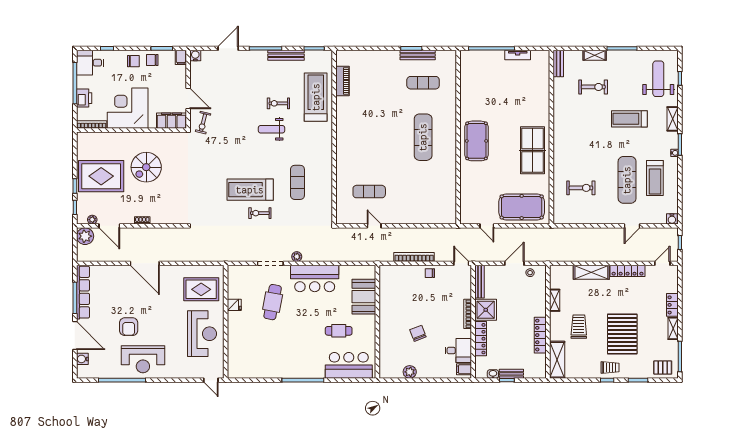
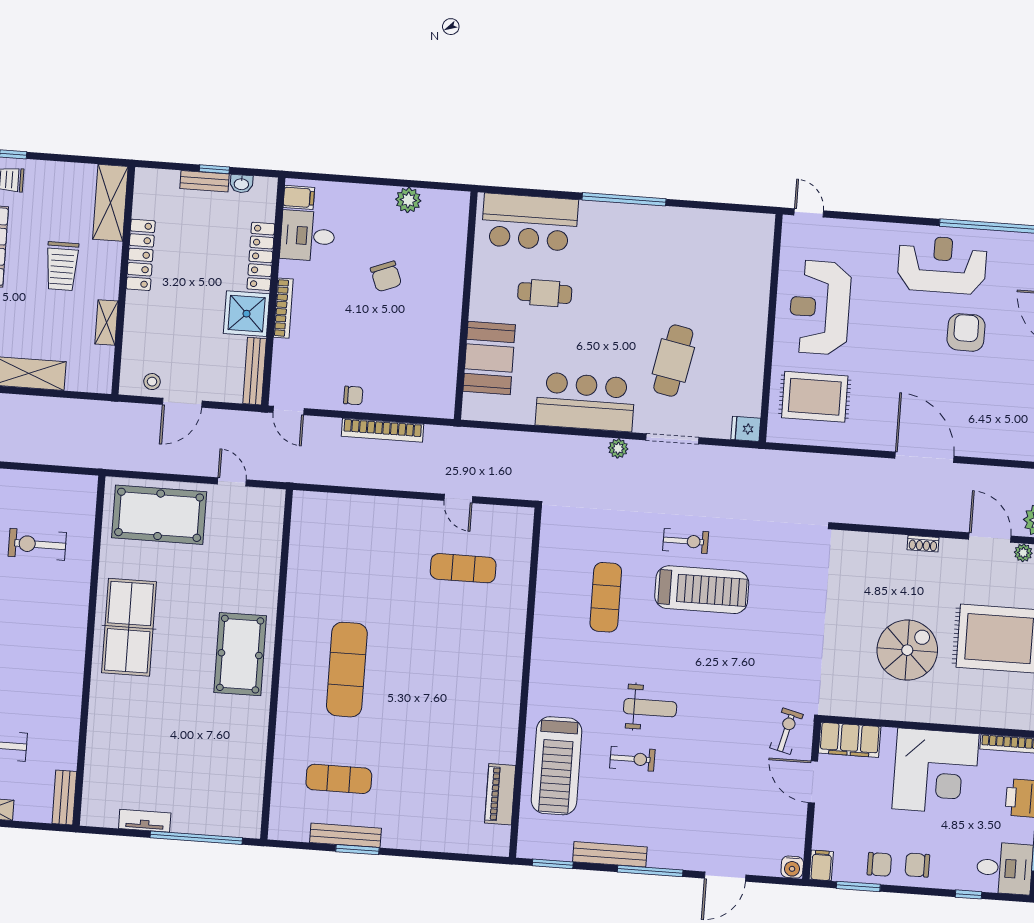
fridge: (234, 305) -> (746, 429), moved

